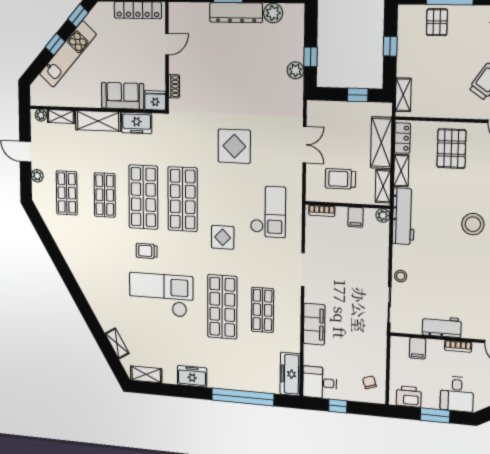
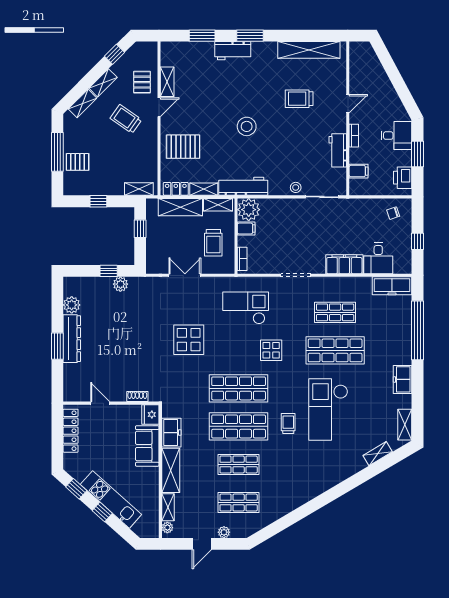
plant: (383, 215) -> (249, 210), width x1.87, depth x1.87
trolley: (147, 251) -> (288, 424), turned 180
desk: (320, 383) -> (378, 258), moved

